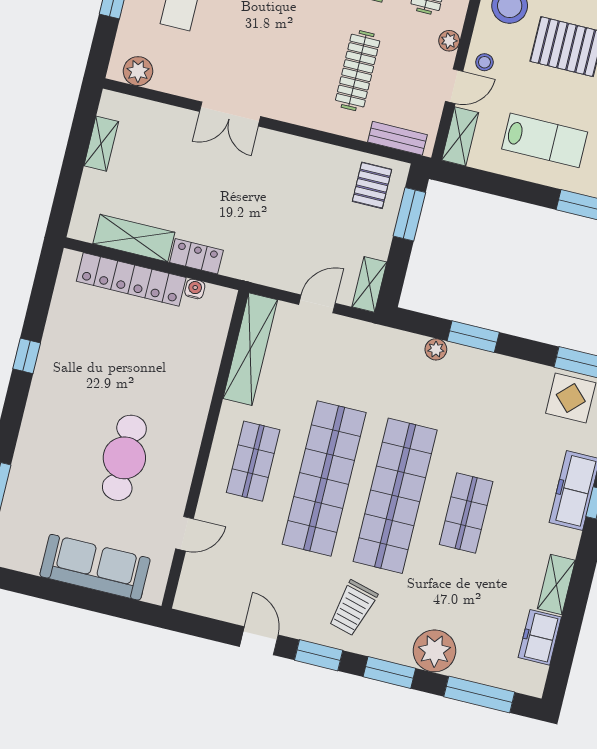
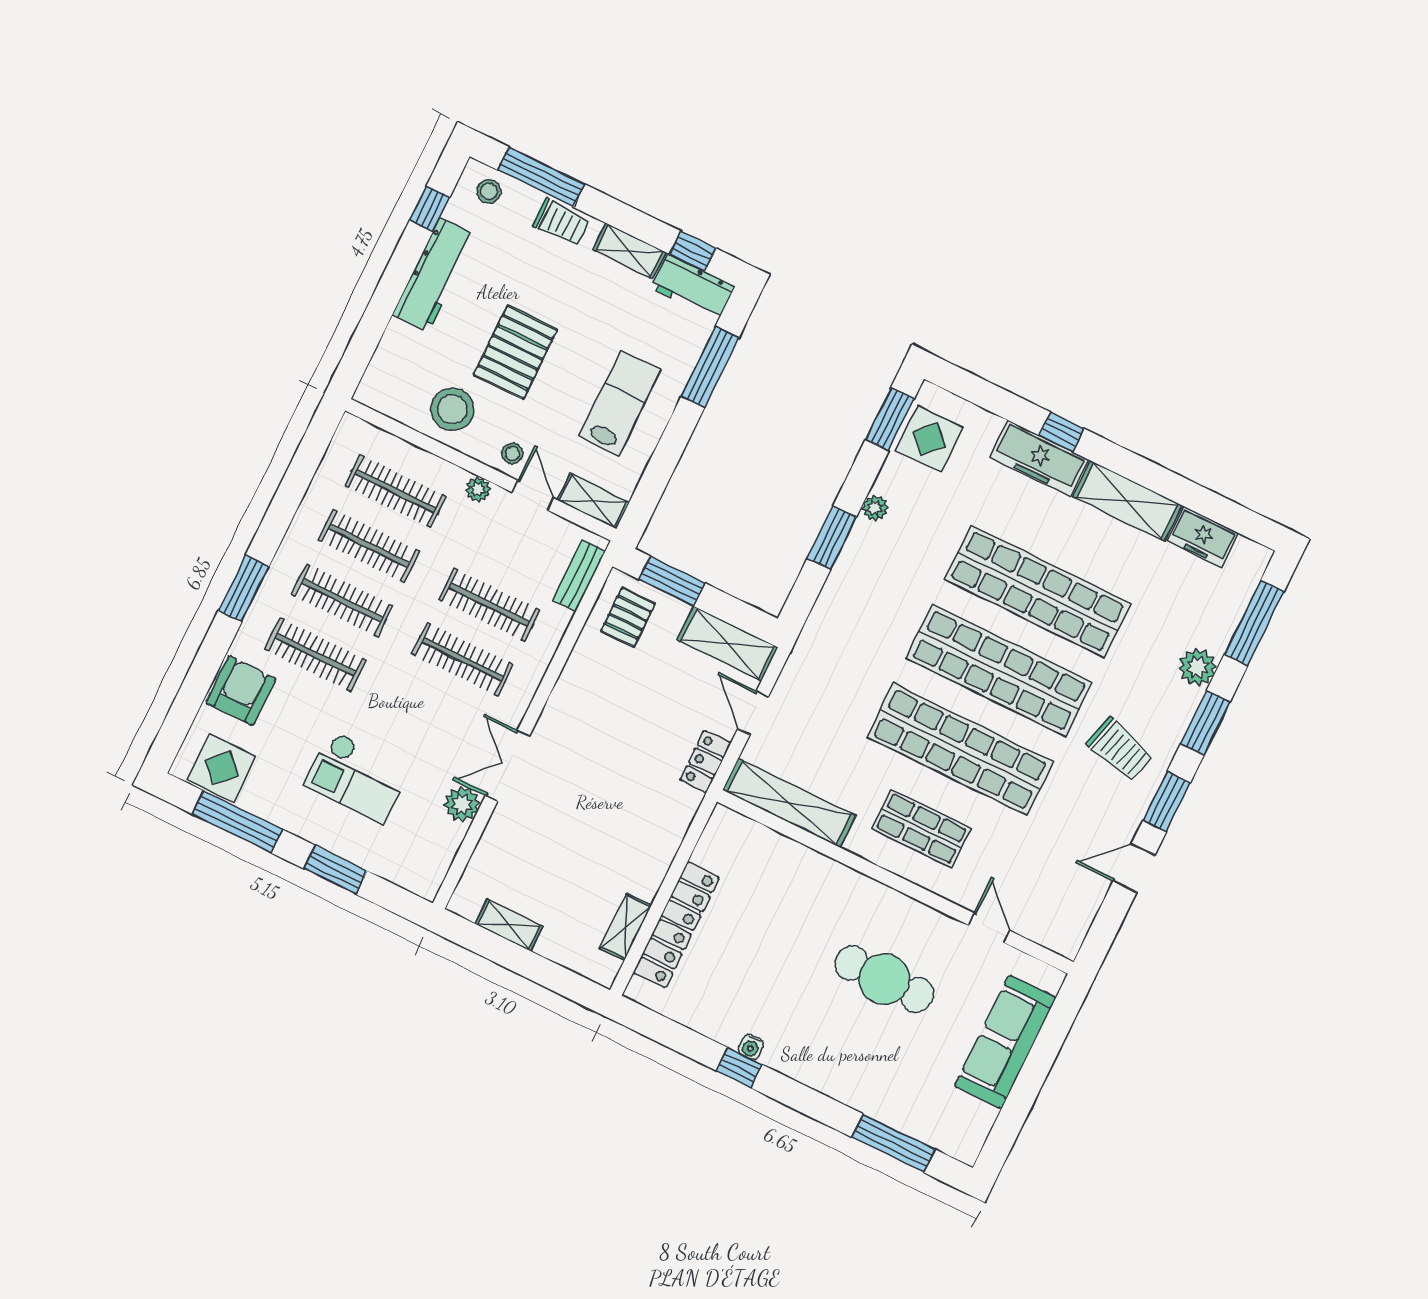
clothes rail: (309, 59) -> (463, 659), added
plant: (138, 71) -> (462, 804), moved
double door: (230, 114) -> (507, 766), swing flipped
pallet: (372, 185) -> (628, 617), turned 90
shelving: (134, 238) -> (626, 927), width x0.67, depth x0.75
locker: (196, 256) -> (705, 762), moved
shelving: (369, 284) -> (728, 644), width x1.50, depth x1.33
water cooler: (195, 289) -> (751, 1047), moved, turned -90
plant: (436, 349) -> (875, 508), moved
shop shelf: (466, 513) -> (1038, 591), width x2.00, depth x1.36
shelving: (556, 584) -> (1127, 501), width x1.50, depth x1.33
plant: (434, 651) -> (1197, 667), width x0.73, depth x0.73

